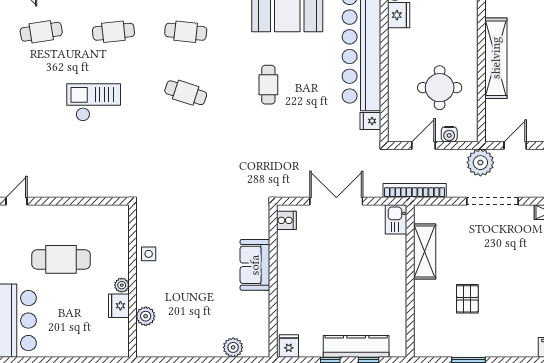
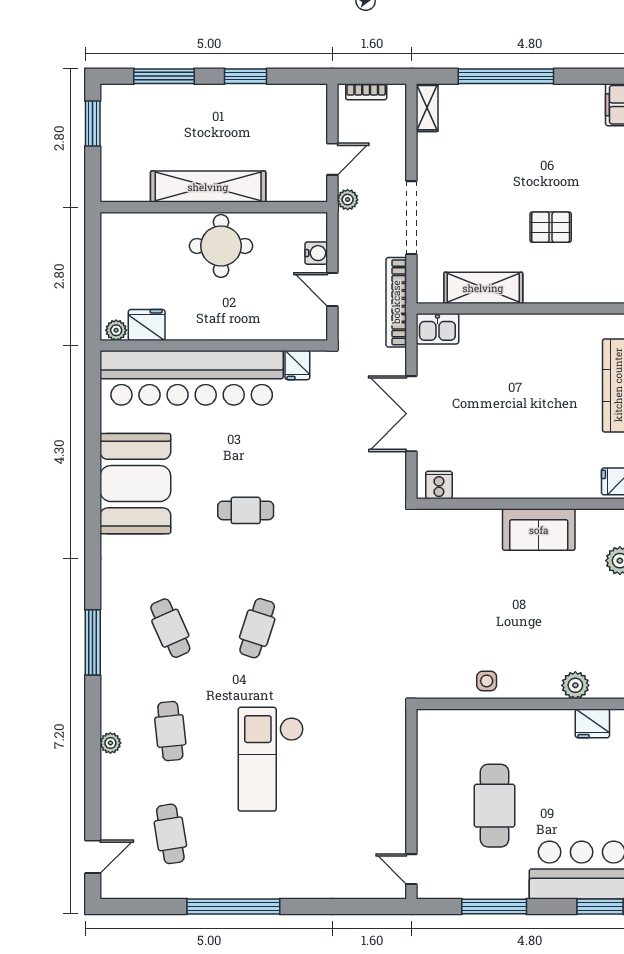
cafe table: (186, 32) -> (170, 628), turned -30
round table: (440, 88) -> (221, 246), moved
checkout: (94, 102) -> (271, 759), width x1.36, depth x1.21
door: (515, 146) -> (332, 159), swing flipped
plant: (480, 163) -> (348, 200), width x0.53, depth x0.53
doorway: (493, 201) -> (411, 218), moved
sofa: (255, 265) -> (539, 530), moved
plant: (122, 285) -> (531, 719), removed
fridge: (119, 306) -> (592, 723), moved

